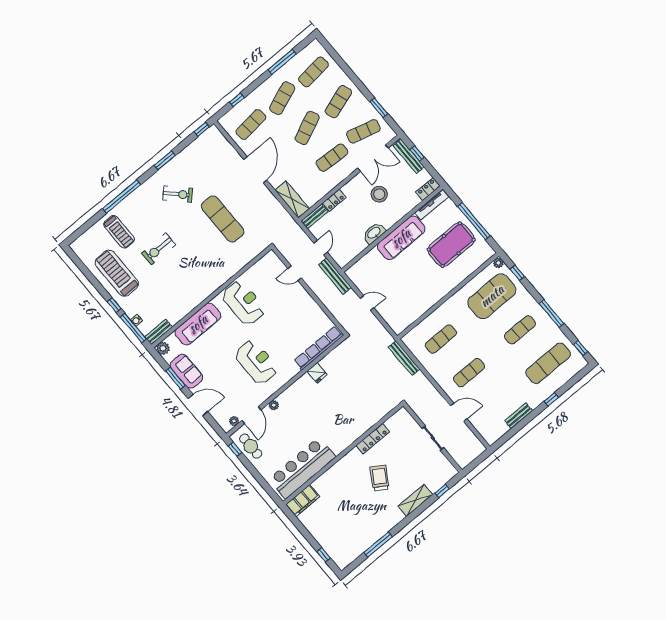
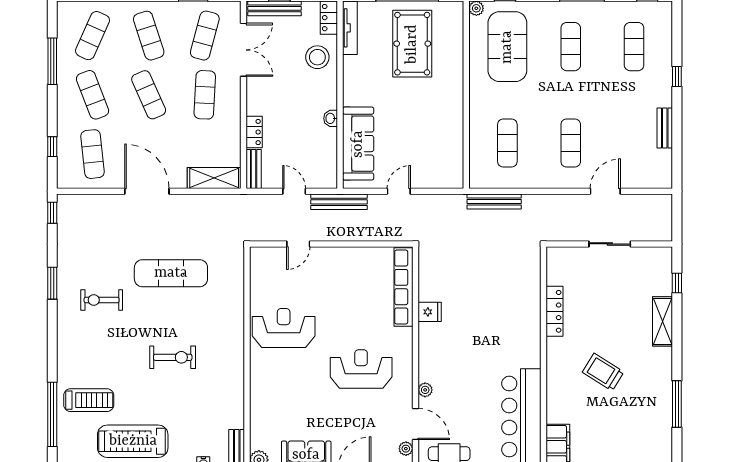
exercise mat: (314, 72) -> (93, 36), turned 30
exercise bike: (178, 194) -> (102, 300), turned -135
stool: (379, 194) -> (317, 57), moved
window: (122, 197) -> (52, 414), moved
washbasin: (374, 233) -> (331, 118), width x0.52, depth x0.69
sofa: (401, 238) -> (358, 144), moved
exercise bike: (159, 249) -> (173, 357), moved, turned -90
sofa: (198, 324) -> (264, 399), removed
exercise mat: (548, 363) -> (634, 47), width x0.73, depth x0.69
trolley: (380, 478) -> (603, 372), moved

